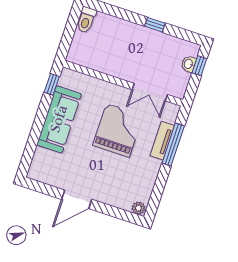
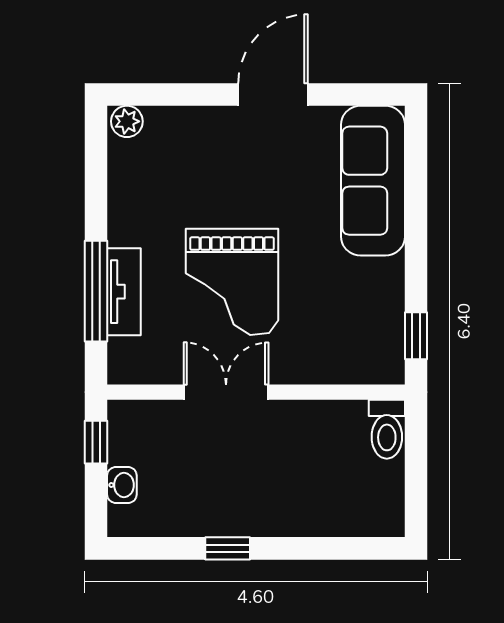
toilet: (86, 20) -> (387, 429), moved, turned 180
window: (199, 66) -> (96, 442), moved
double door: (150, 92) -> (226, 392), moved
sofa: (59, 119) -> (373, 181), moved

